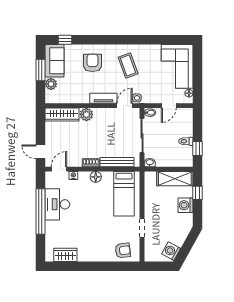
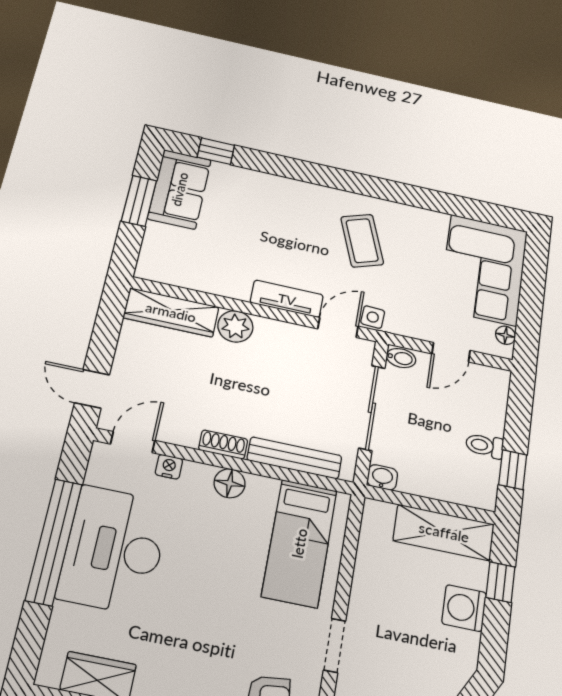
armchair: (92, 63) -> (274, 215), removed
plant: (51, 84) -> (159, 237), removed
desk: (57, 204) -> (114, 550), width x1.36, depth x1.30

